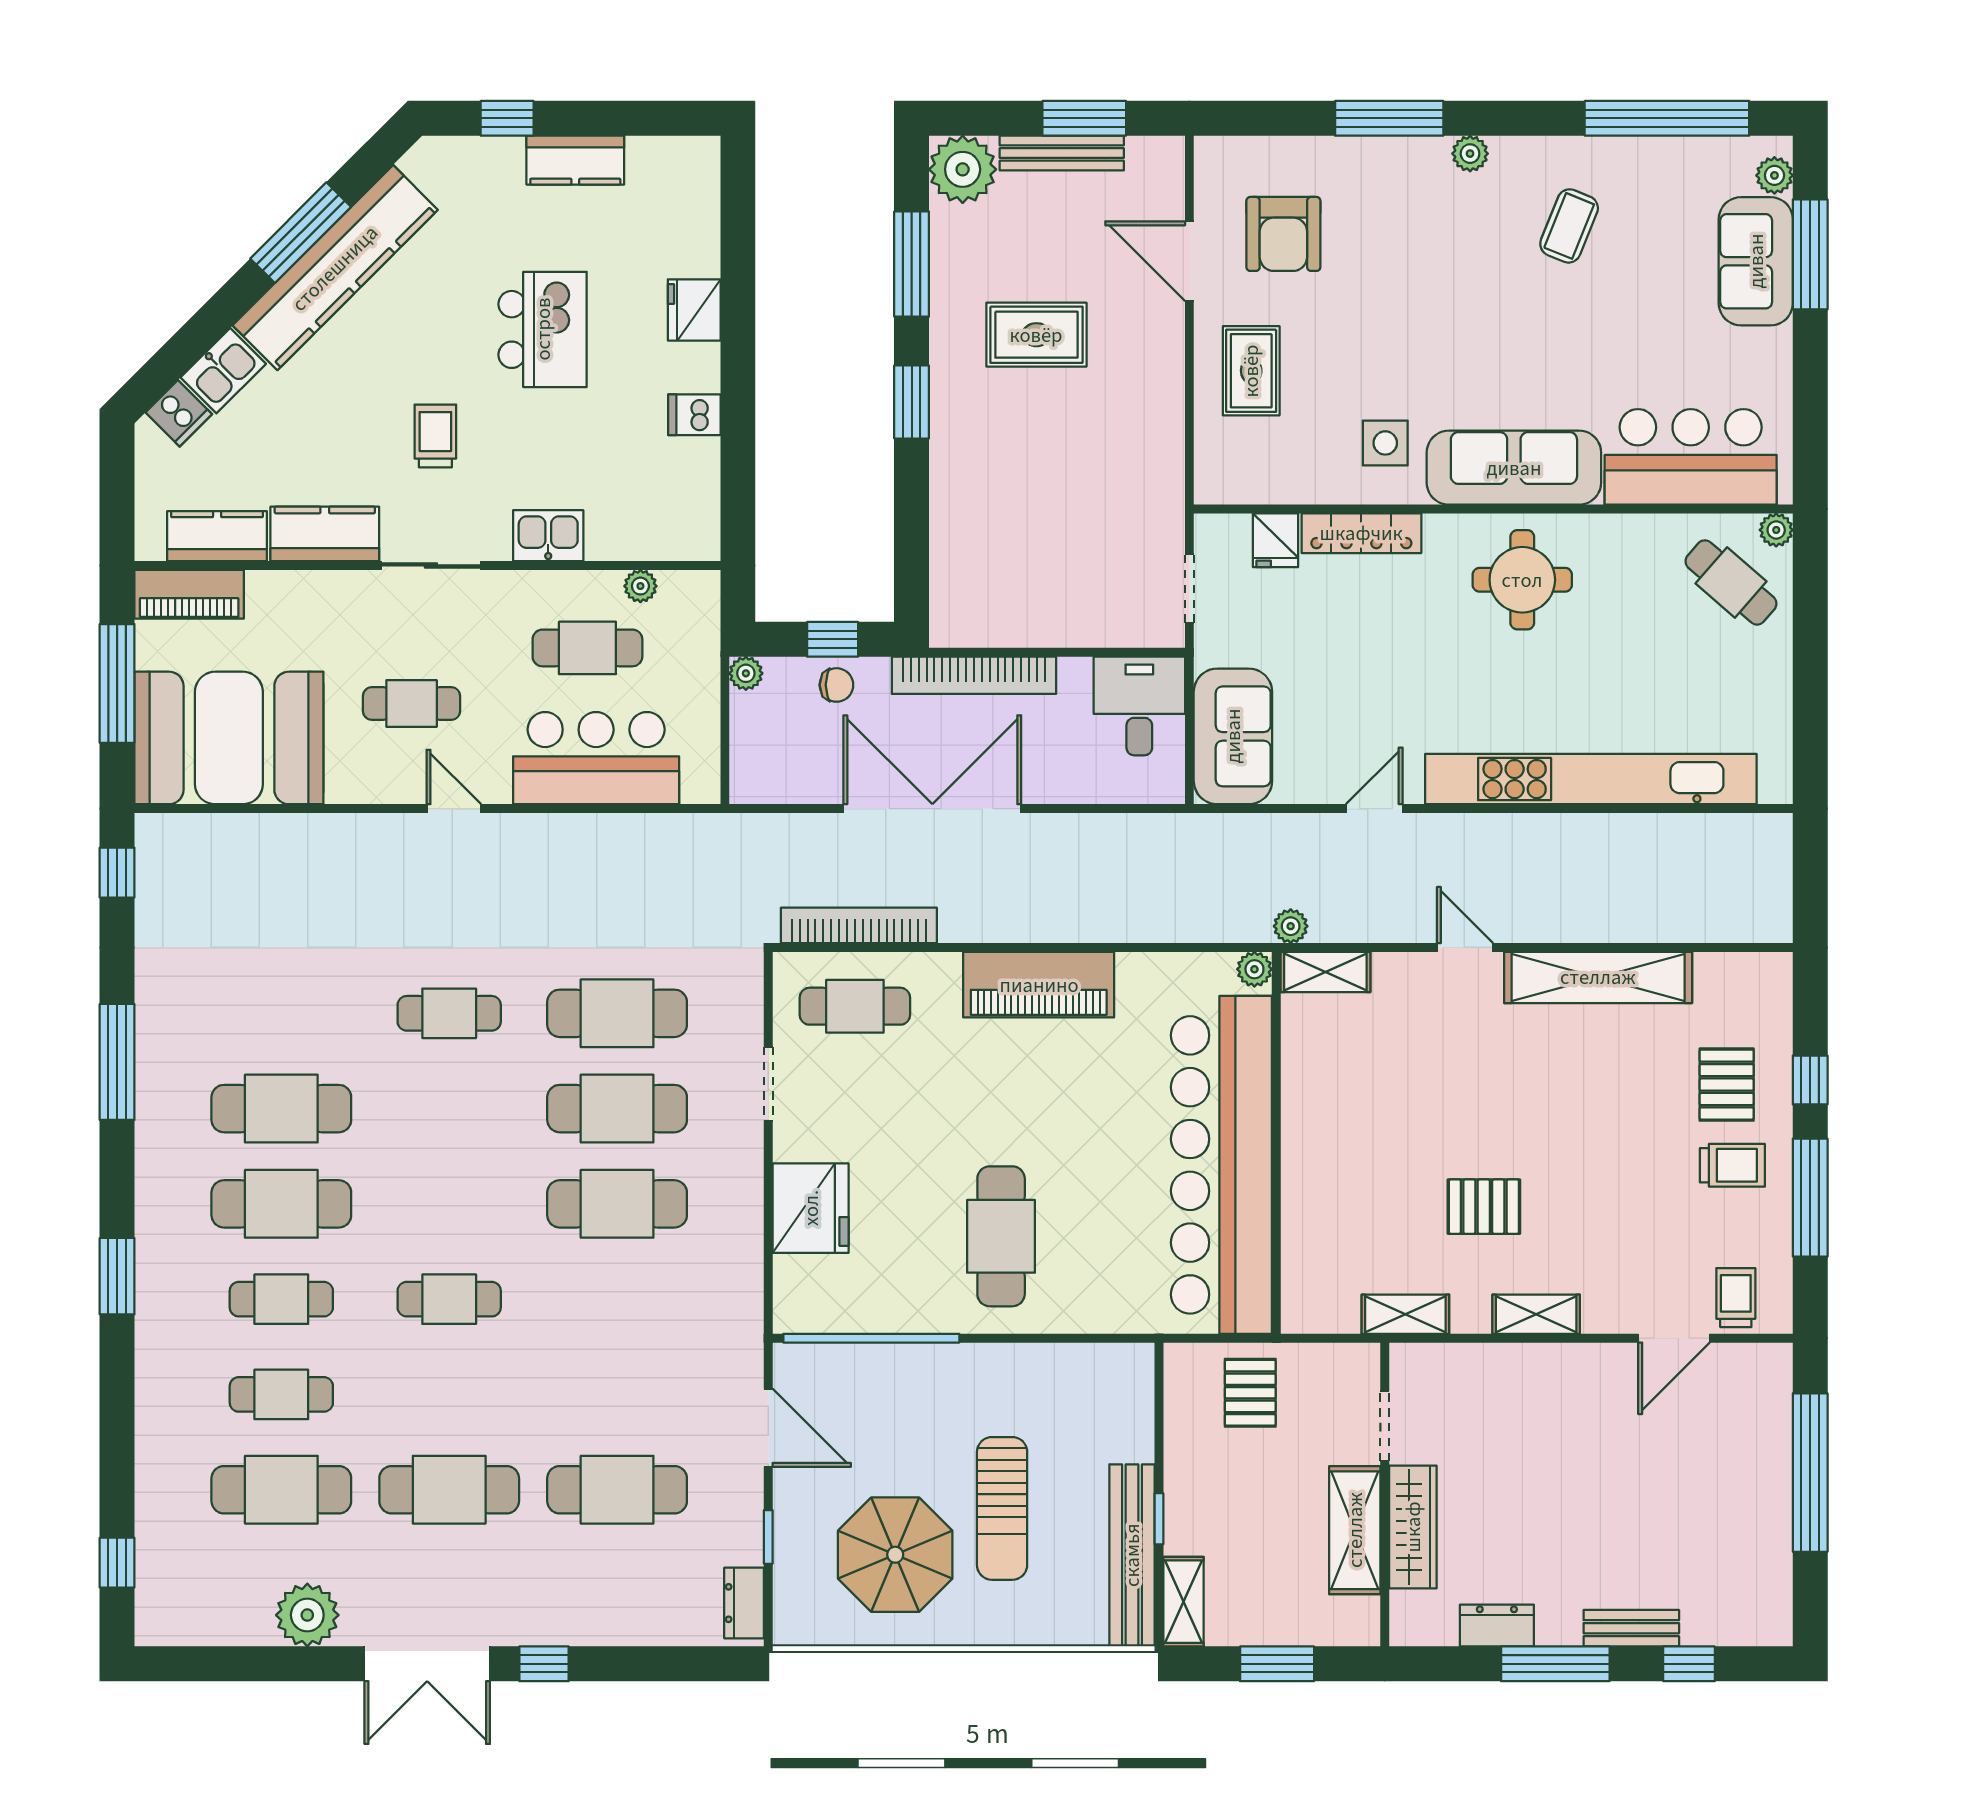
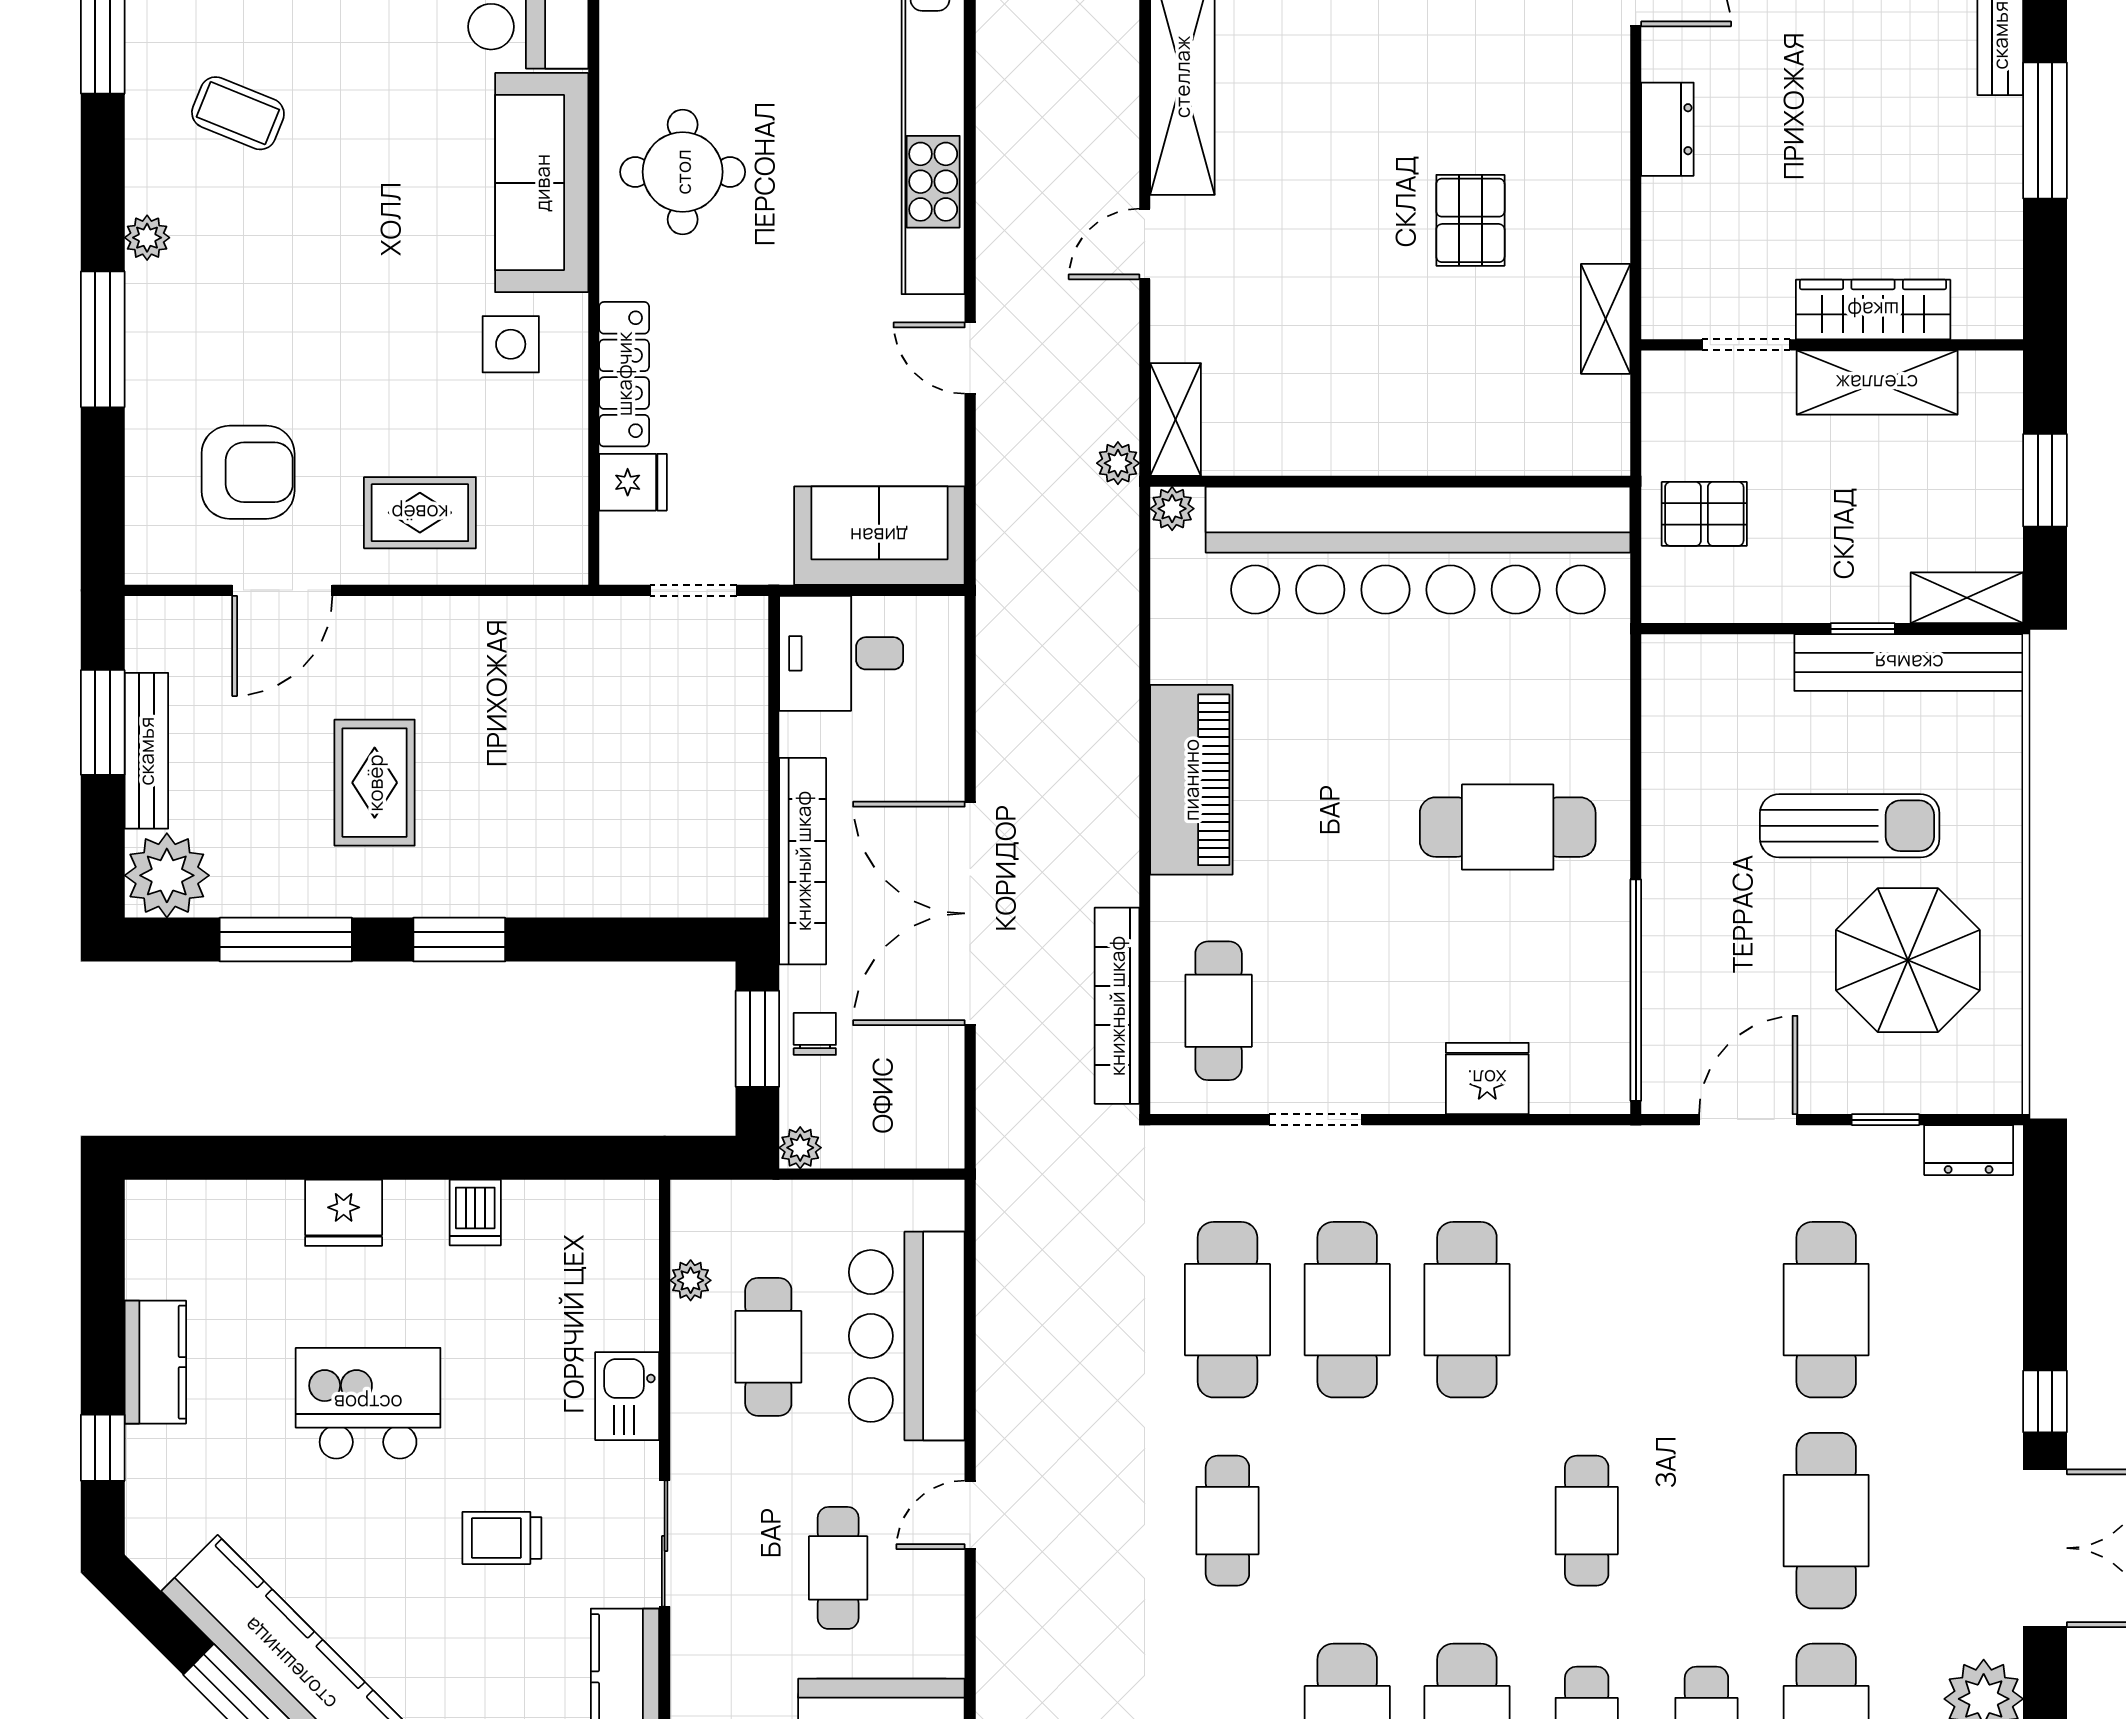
window: (833, 639) -> (757, 1039), width x1.50
fridge: (811, 1208) -> (1487, 1078), width x0.73, depth x0.75
shelving: (1536, 1314) -> (1606, 155), removed
dresser: (1497, 1626) -> (1667, 129), moved, turned 180

